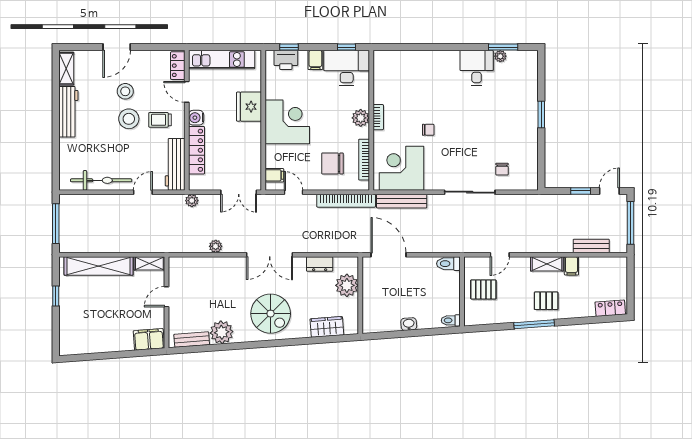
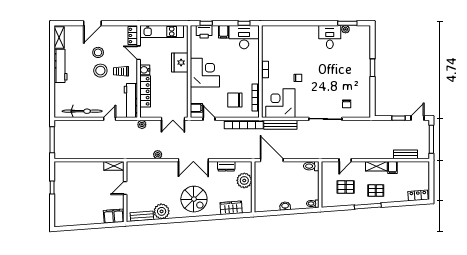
plant: (361, 118) -> (253, 70), removed
shelving: (99, 266) -> (80, 168), removed
pallet: (483, 289) -> (346, 187), moved

